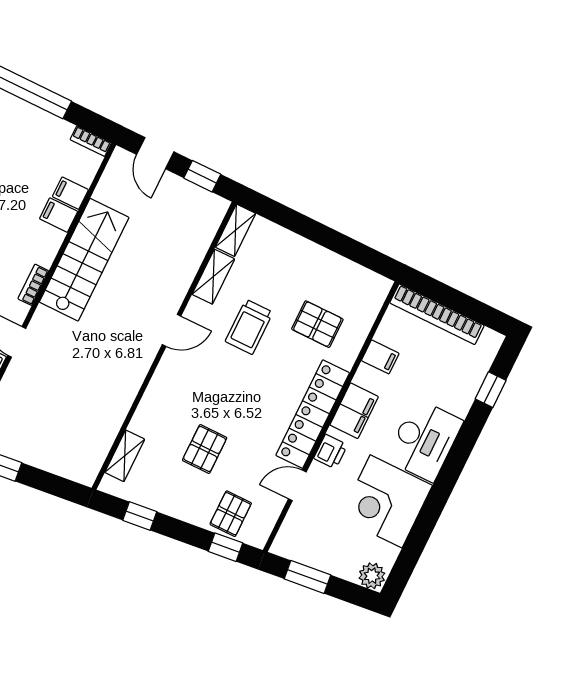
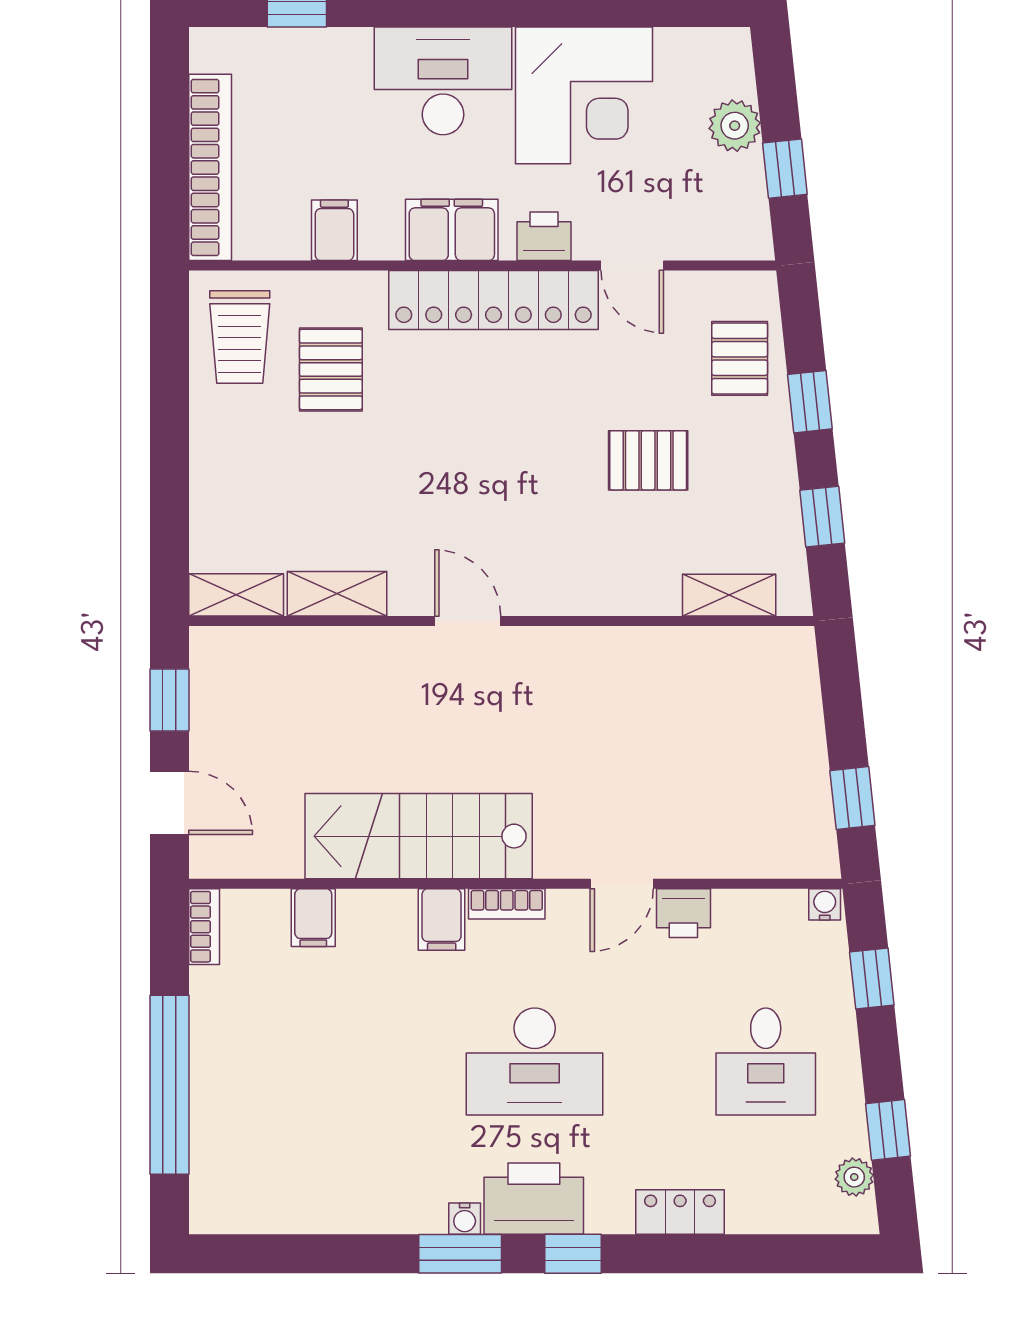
door: (155, 153) -> (169, 803), hinge flipped
filing cabinet: (59, 215) -> (442, 920), moved
trolley: (249, 327) -> (240, 337), moved, turned 90
pallet: (231, 514) -> (740, 358), turned 90
window: (226, 547) -> (810, 402), moved
plant: (372, 576) -> (735, 126), moved
window: (307, 577) -> (785, 169), width x0.67

